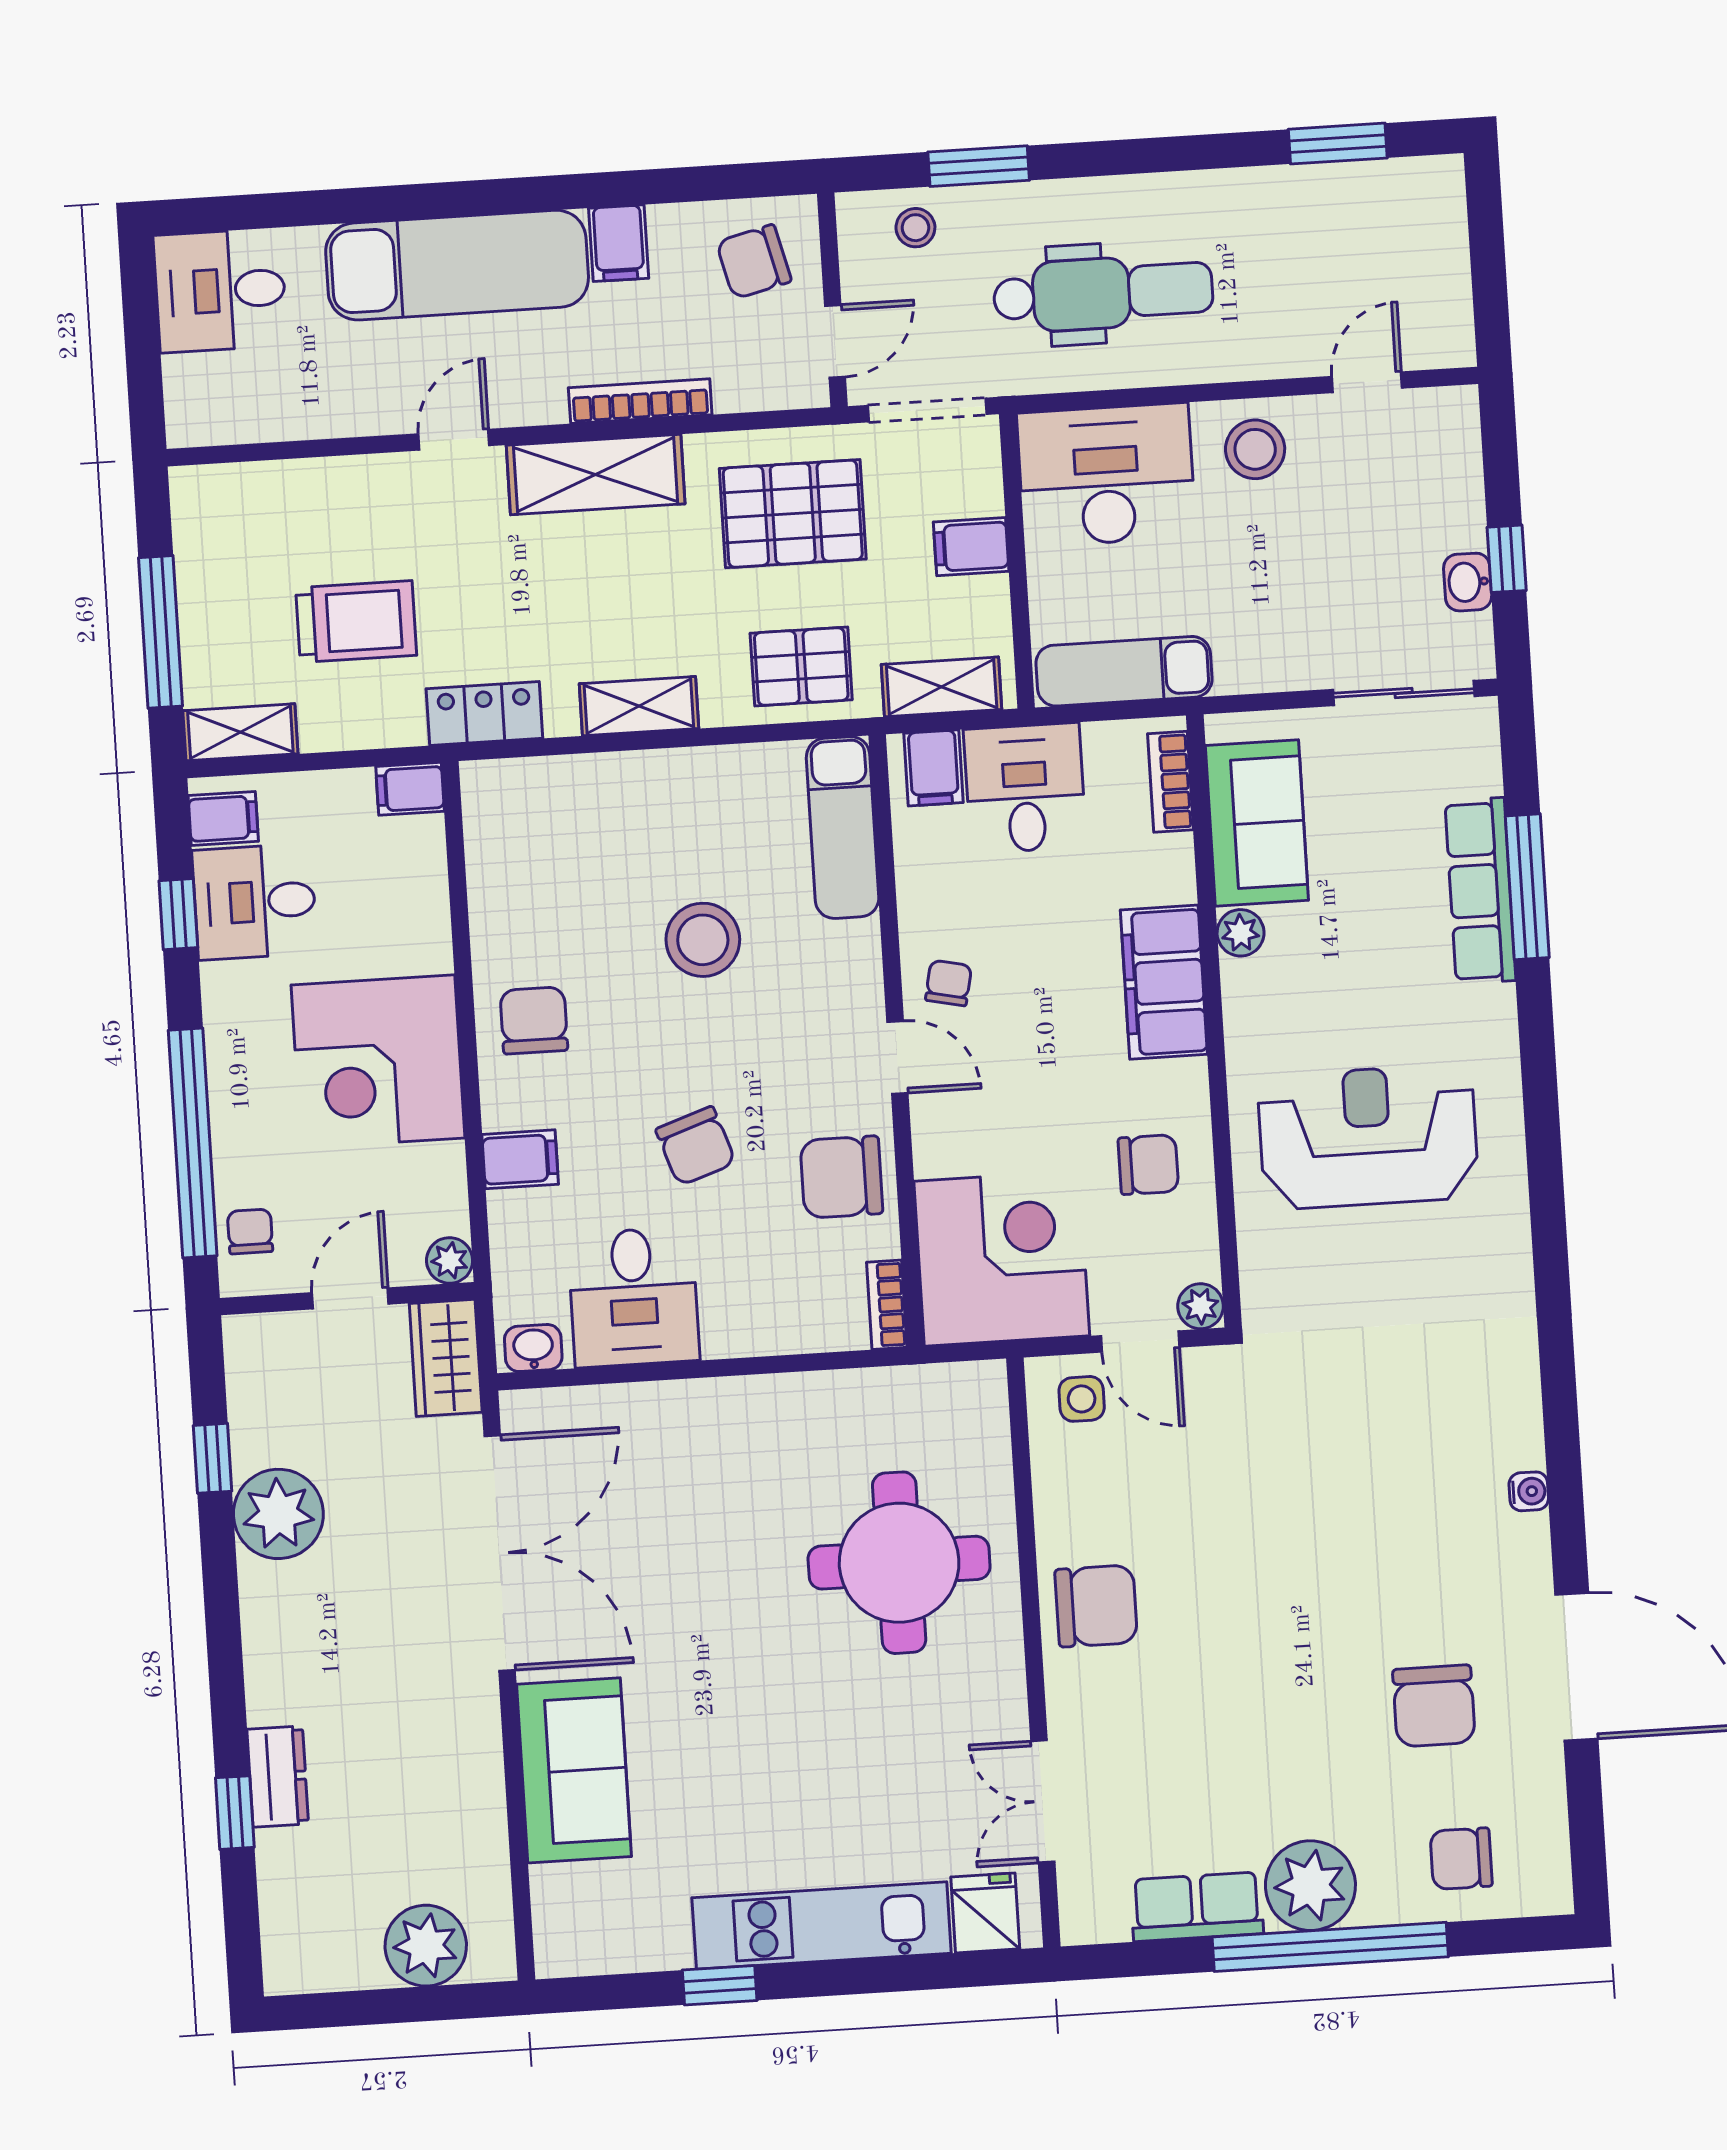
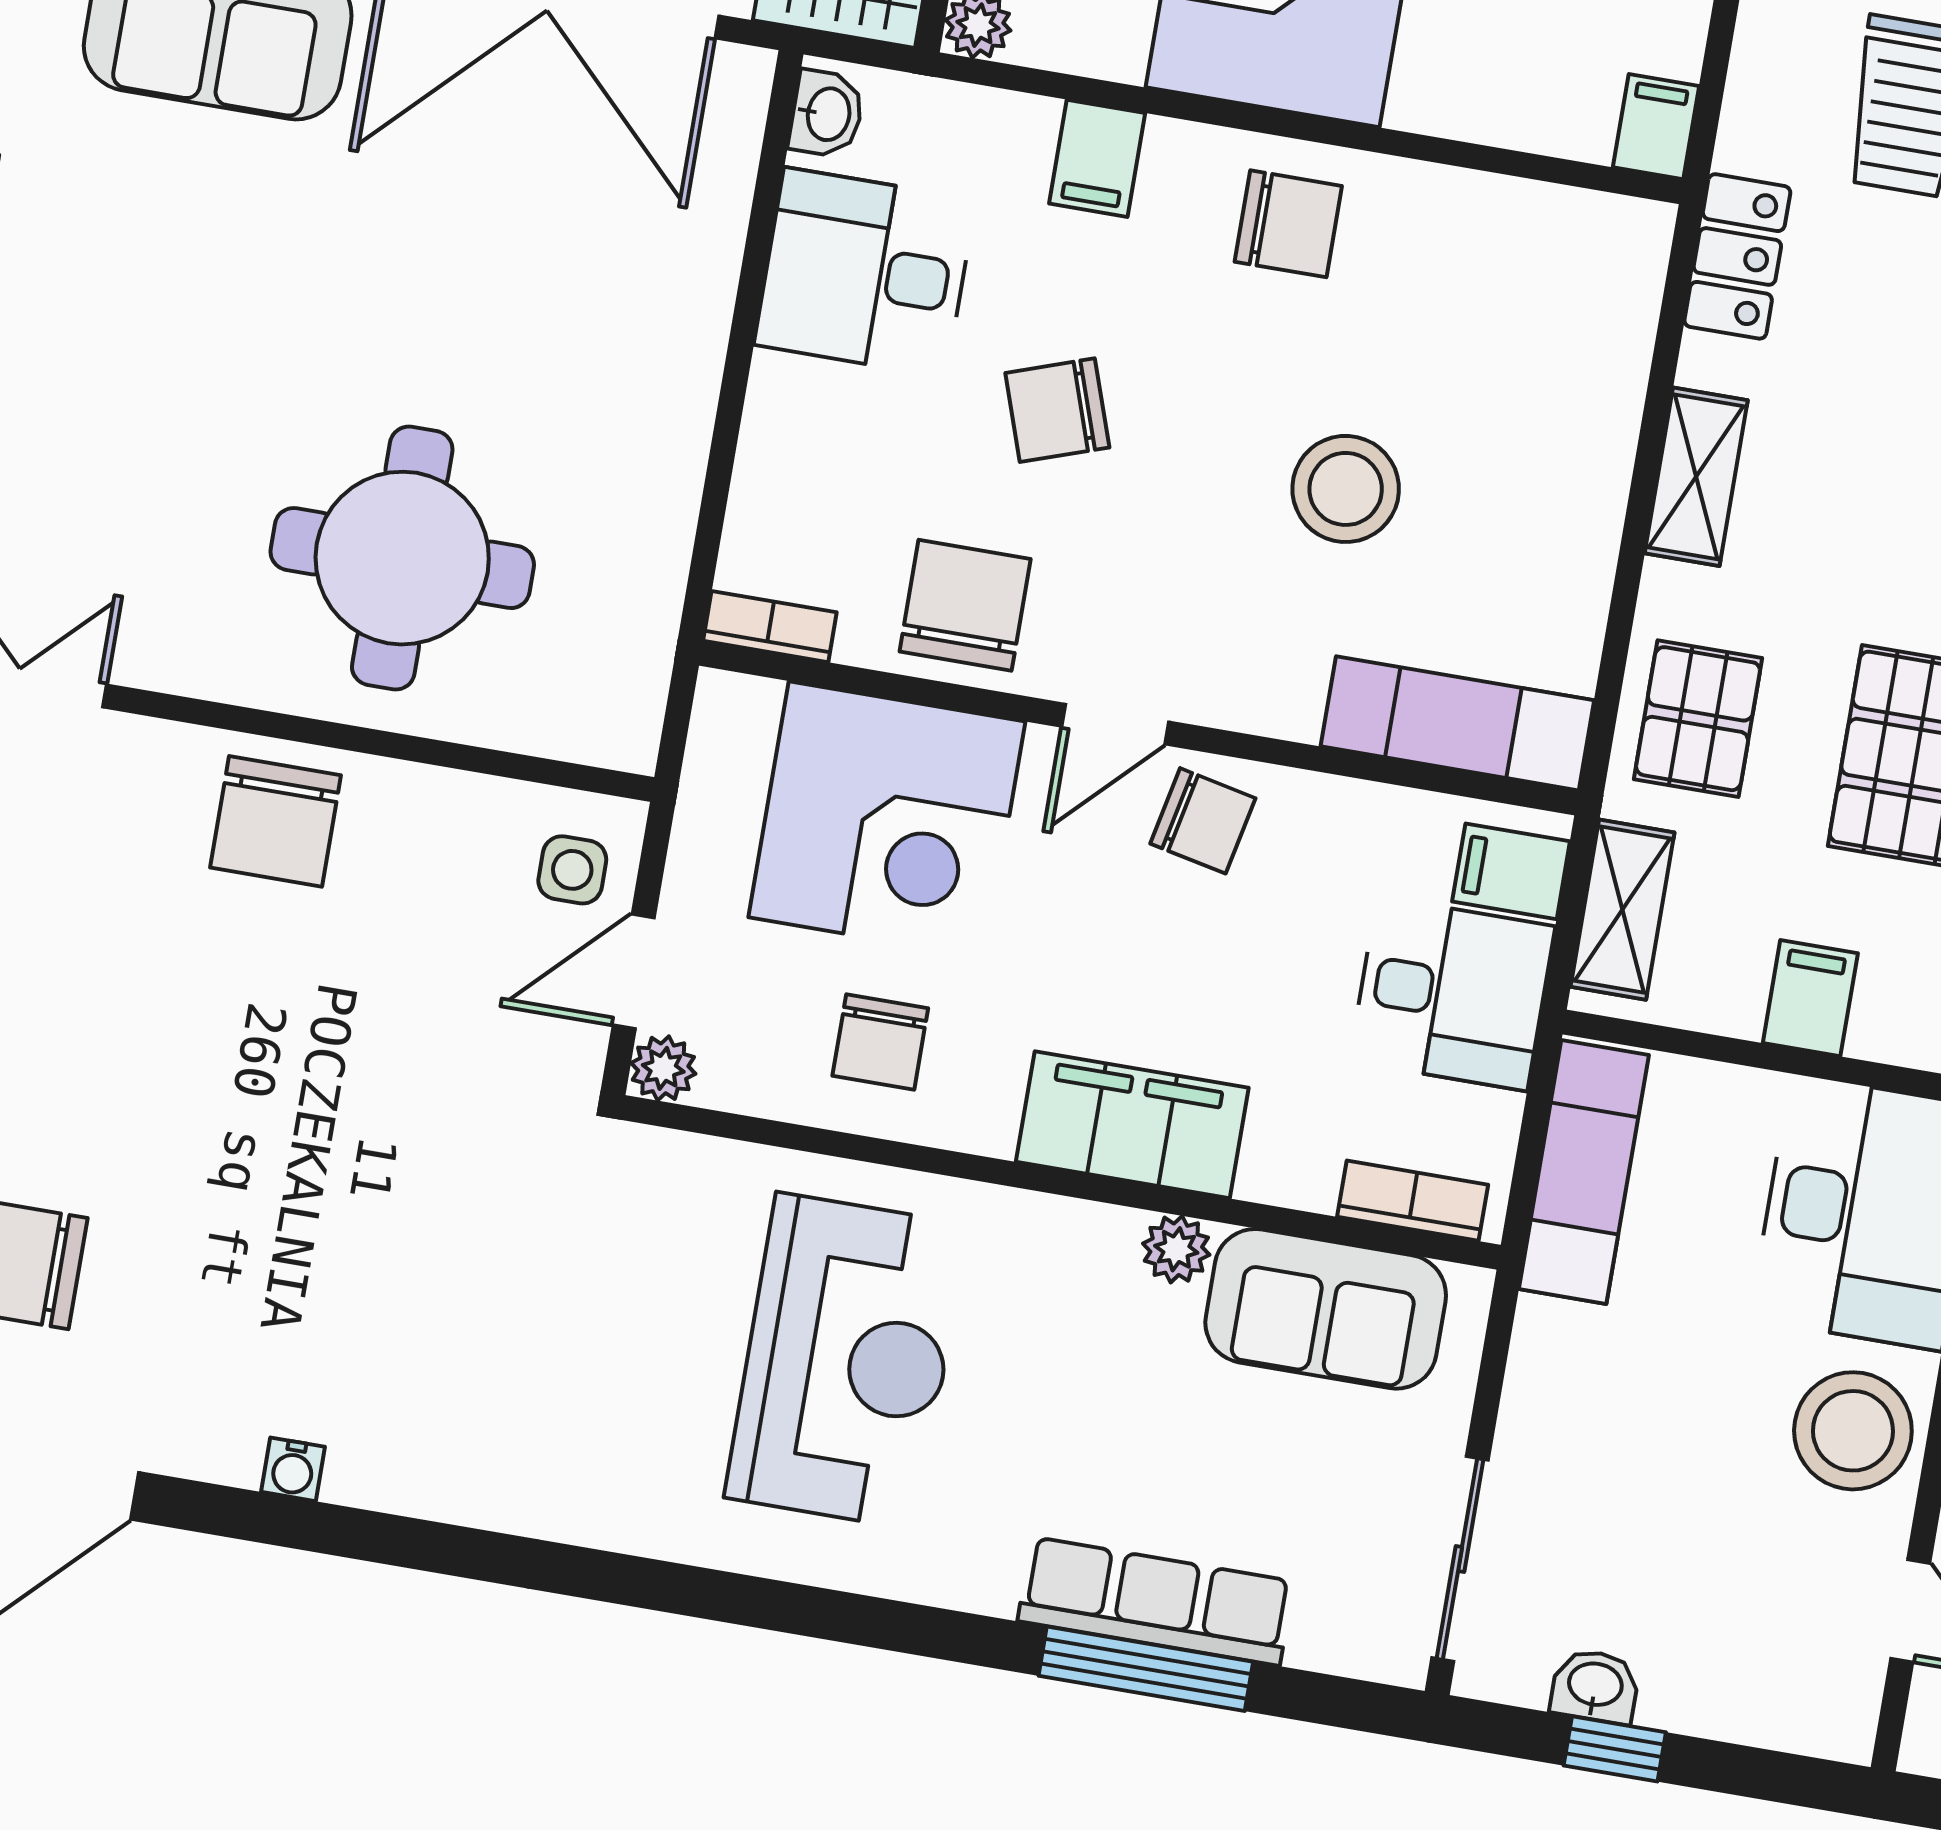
stool: (1255, 449) -> (1853, 1431), width x1.38, depth x1.38
chair: (948, 983) -> (1203, 821), width x1.37, depth x1.37
corner desk: (1002, 1258) -> (887, 819), moved

